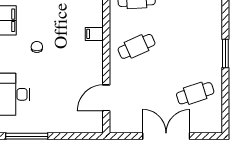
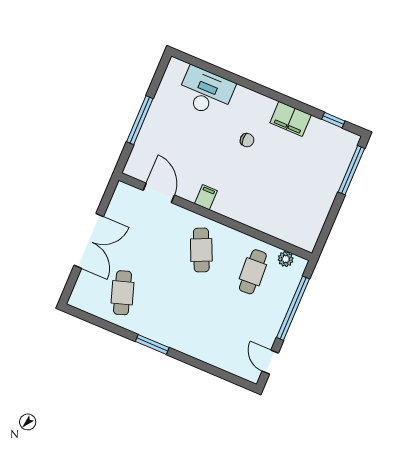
filing cabinet: (94, 34) -> (206, 197), moved
window: (27, 136) -> (140, 120), moved

